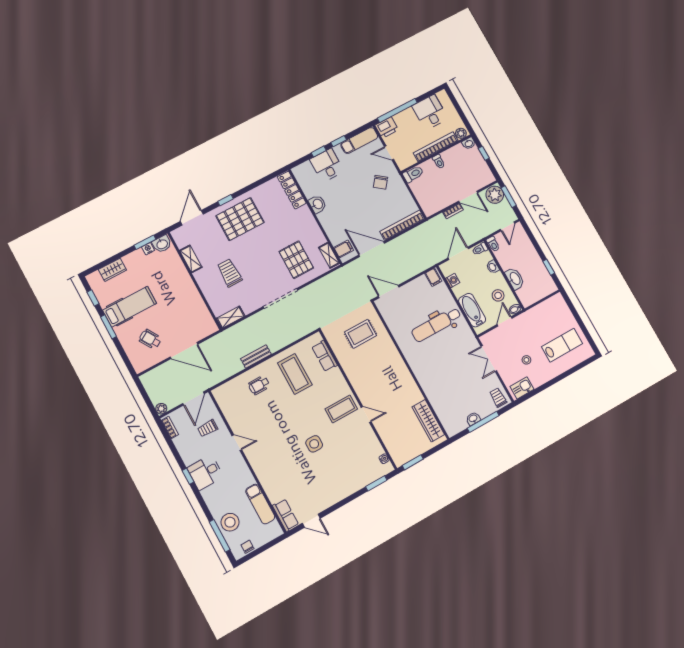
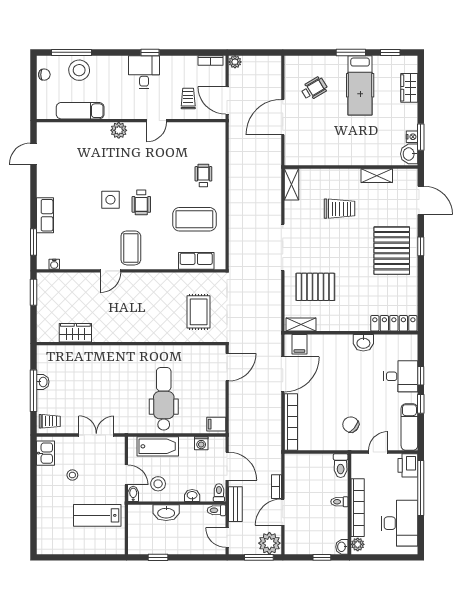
desk: (430, 112) -> (400, 523), width x1.37
lab bench: (562, 345) -> (97, 515), moved, turned 90
bench: (256, 356) -> (235, 504), moved
wheelchair: (304, 420) -> (141, 202), added
wardrobe: (428, 421) -> (75, 333), width x0.67
plant: (259, 467) -> (119, 130), added
row of seats: (286, 515) -> (45, 215), moved, turned -90

